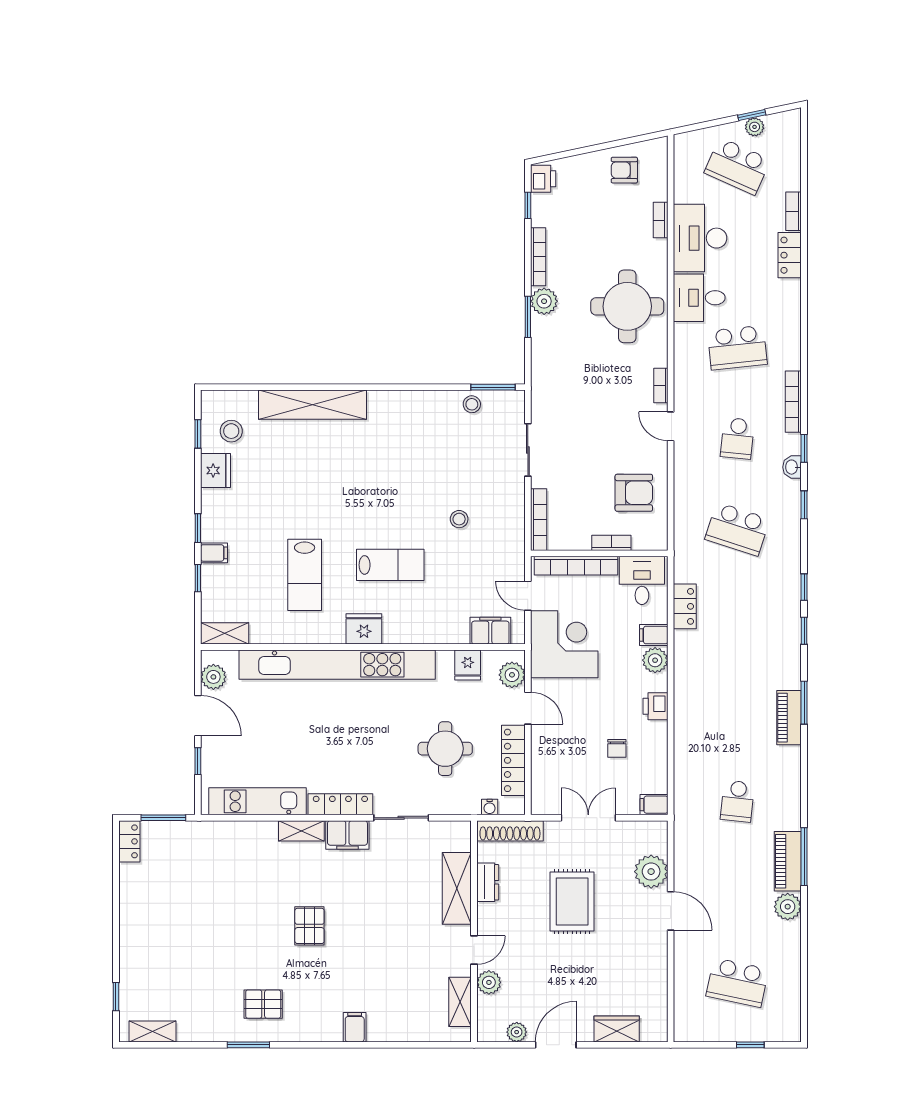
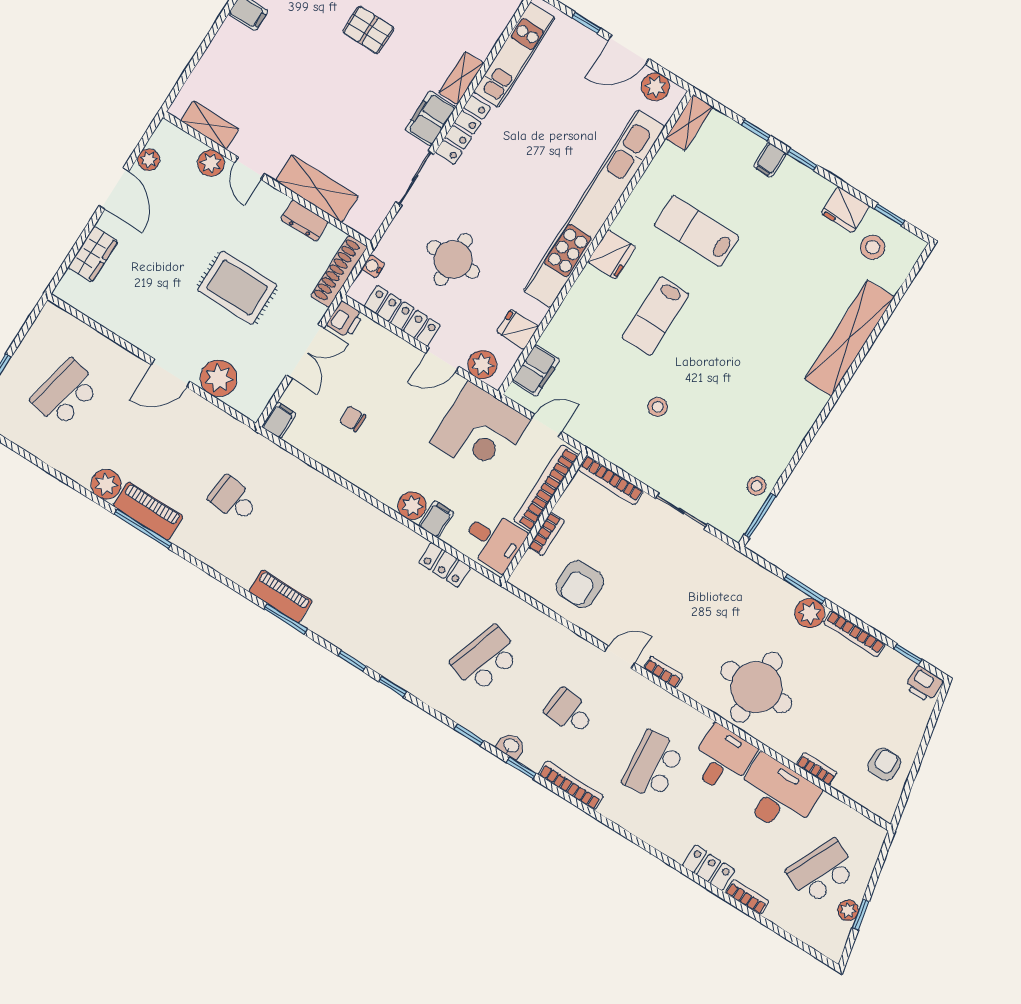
printer: (655, 706) -> (345, 320), moved, turned 90

